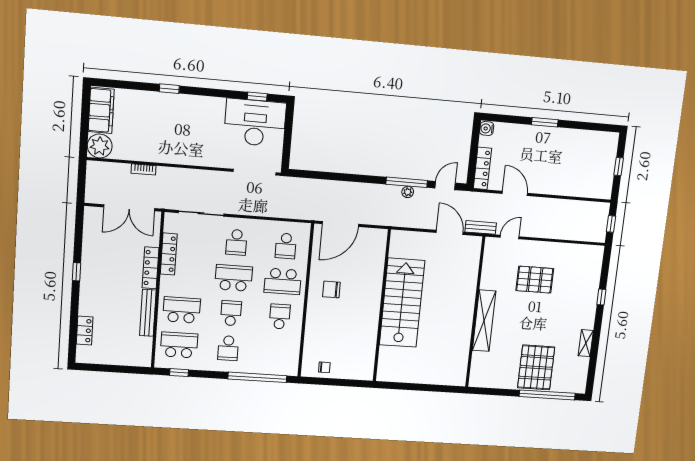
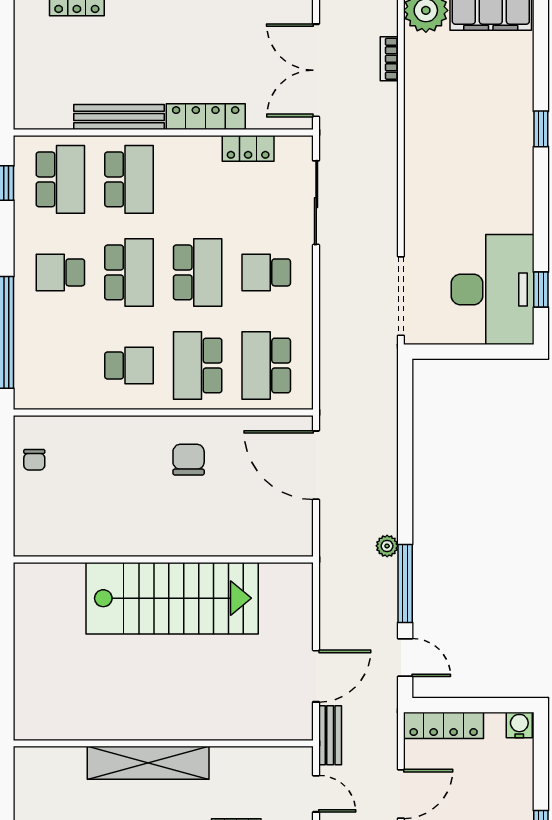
bookcase: (144, 169) -> (389, 59), moved
plant: (408, 192) -> (387, 546), moved
school desk: (286, 246) -> (266, 365), width x1.85
locker: (169, 254) -> (248, 148), width x0.66
school desk: (231, 313) -> (129, 272), width x1.85

